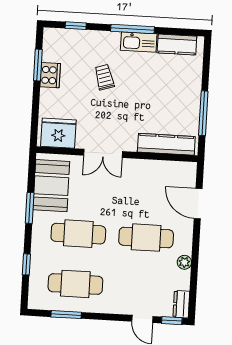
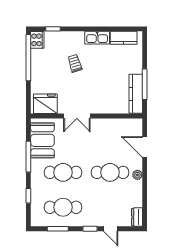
window: (132, 29) -> (92, 29), removed
window: (38, 65) -> (28, 58), width x2.11
cooker: (50, 75) -> (37, 40), moved
kitchen counter: (166, 144) -> (136, 94), moved, turned -90
window: (30, 208) -> (28, 157), width x1.44
plant: (184, 262) -> (137, 175), moved
window: (172, 321) -> (90, 229), moved

